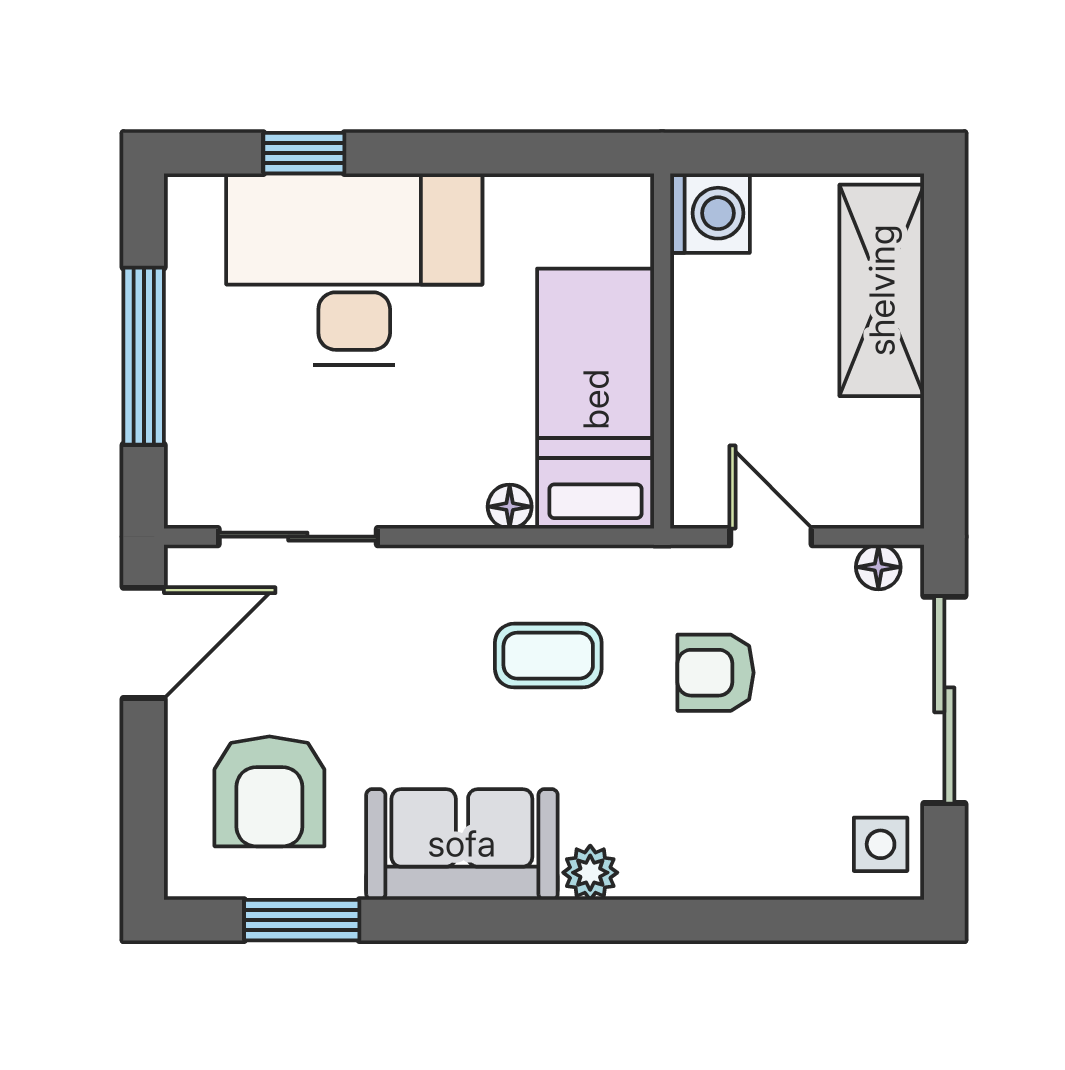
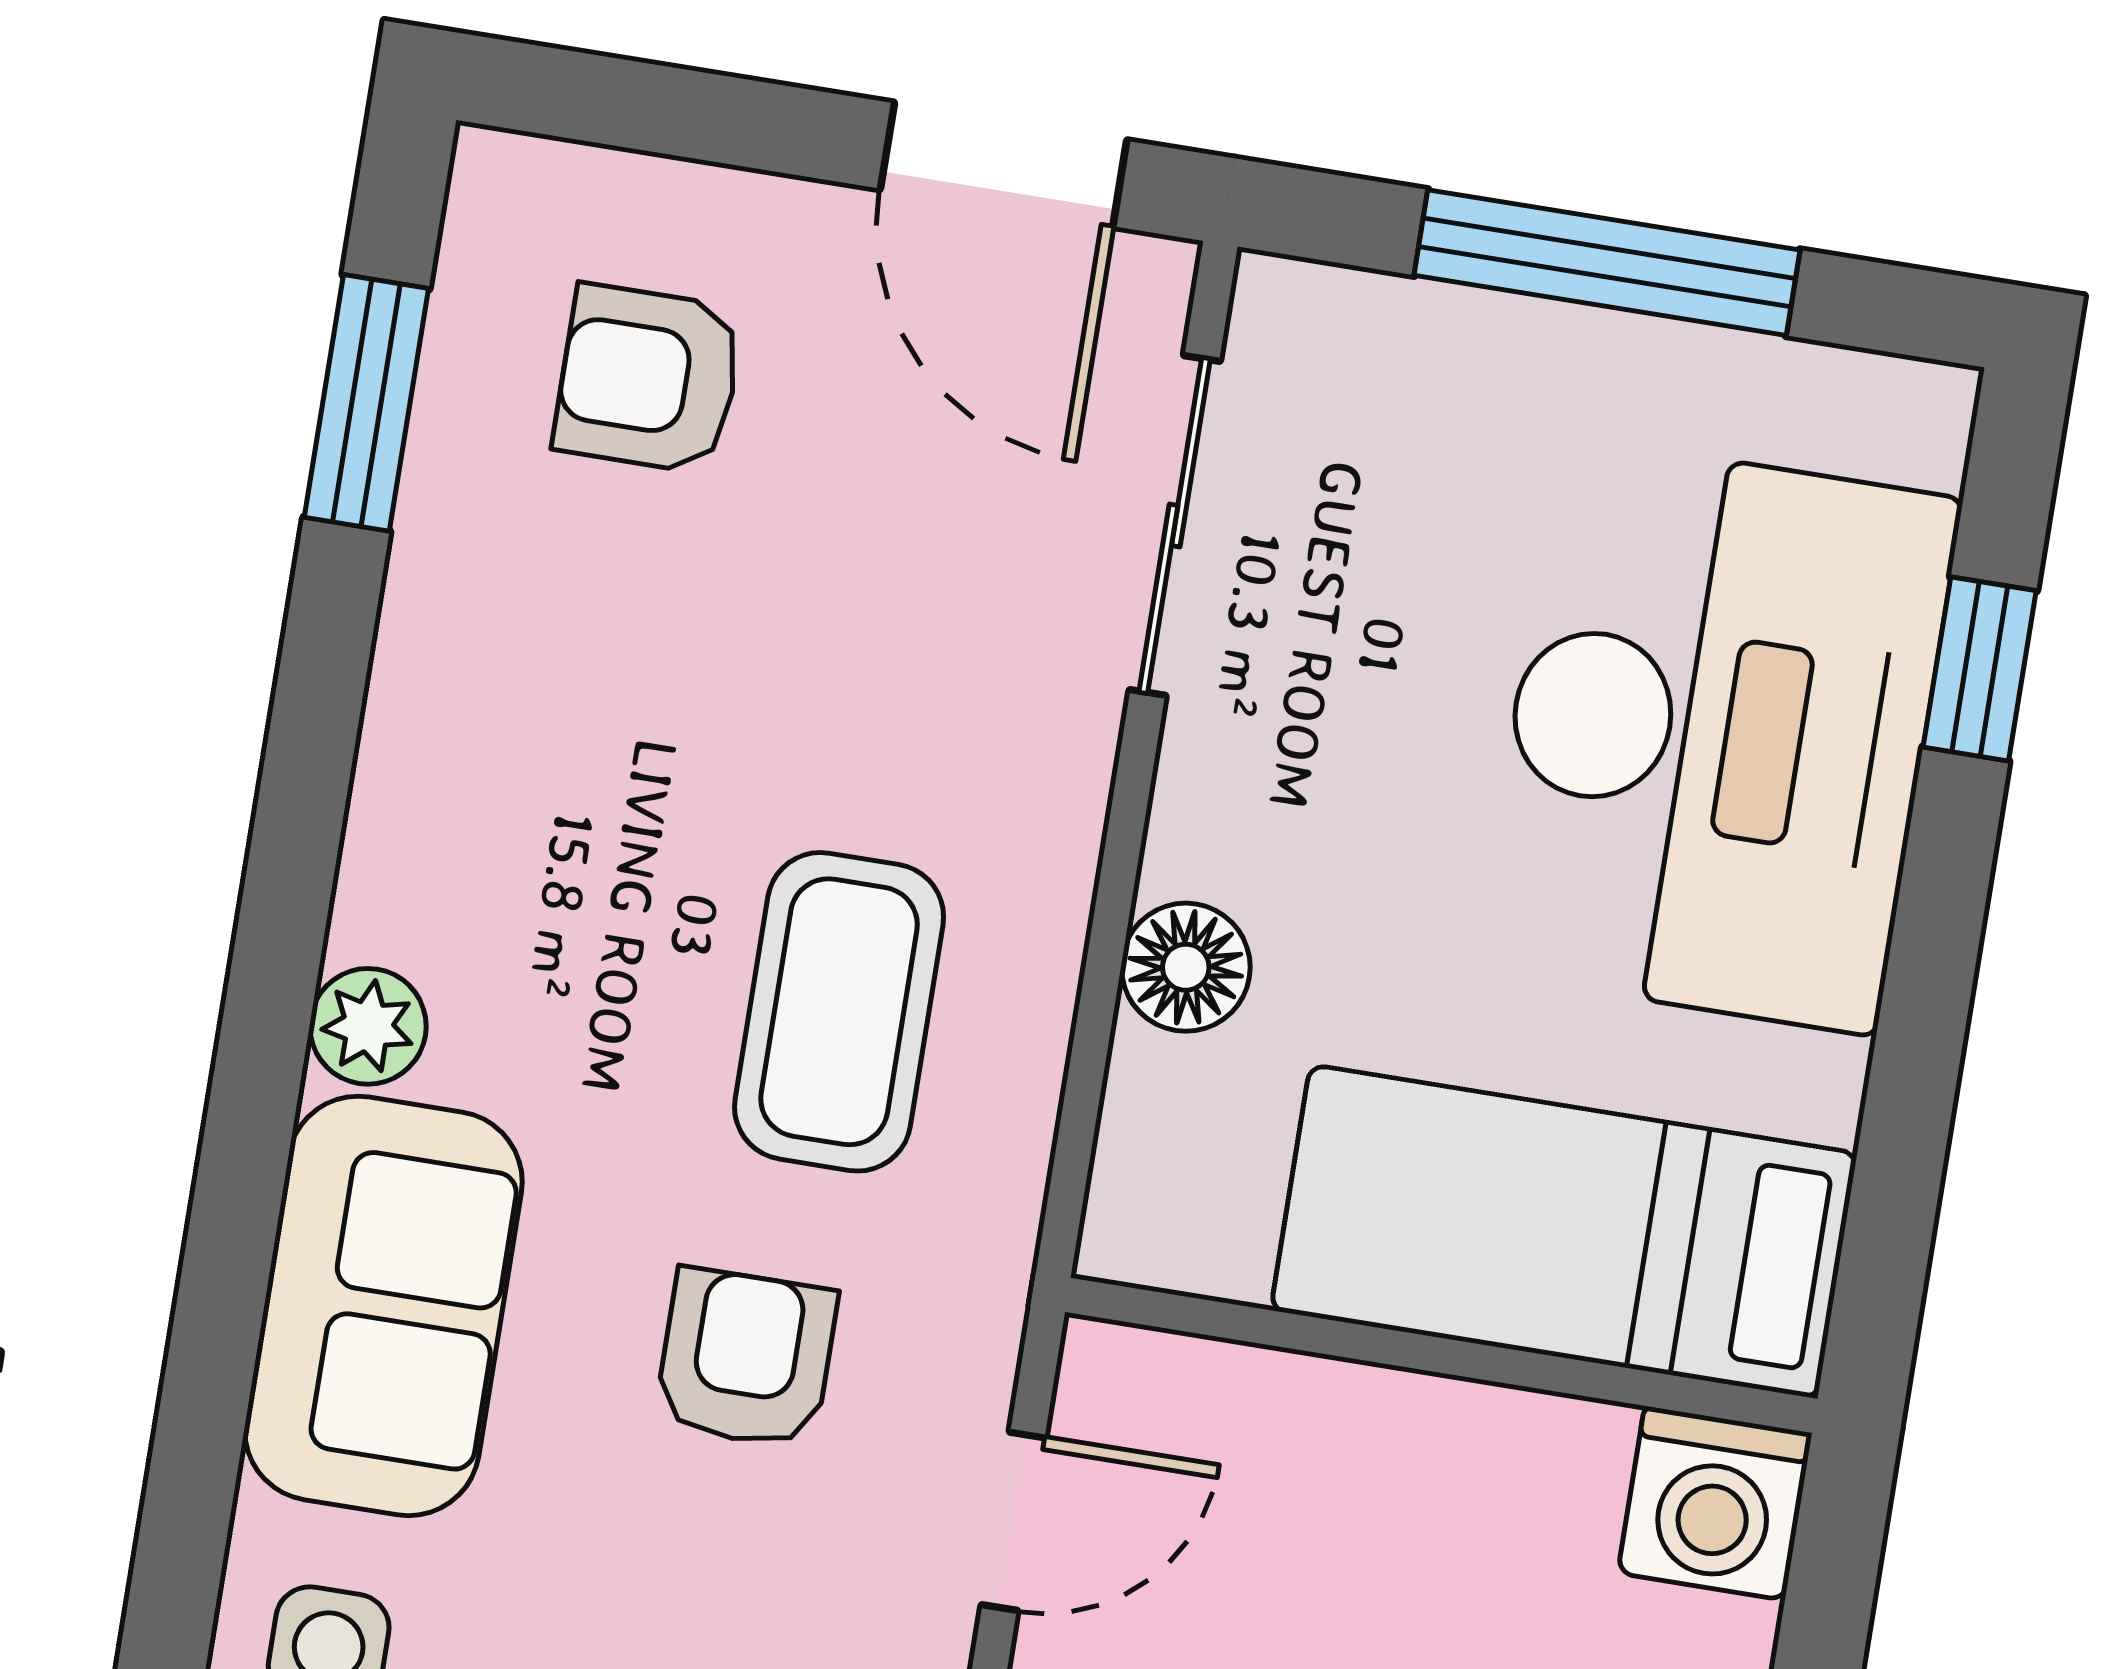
bed: (596, 399) -> (1564, 1232), moved, turned 180
floor lamp: (510, 507) -> (1186, 967), width x1.37, depth x1.37
coffee table: (548, 656) -> (839, 1012), width x1.36, depth x1.30
armchair: (269, 791) -> (648, 379), width x0.72, depth x0.72
sofa: (462, 844) -> (383, 1306), moved

